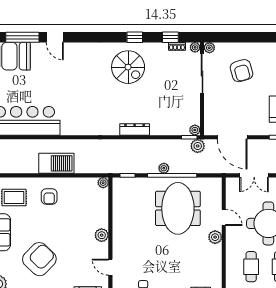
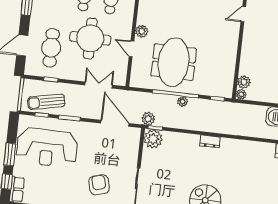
dresser: (135, 129) -> (210, 141), width x0.70
plant: (195, 130) -> (153, 139), width x1.87, depth x1.87
plant: (102, 235) -> (244, 82), moved
door: (110, 267) -> (243, 14), swing flipped

